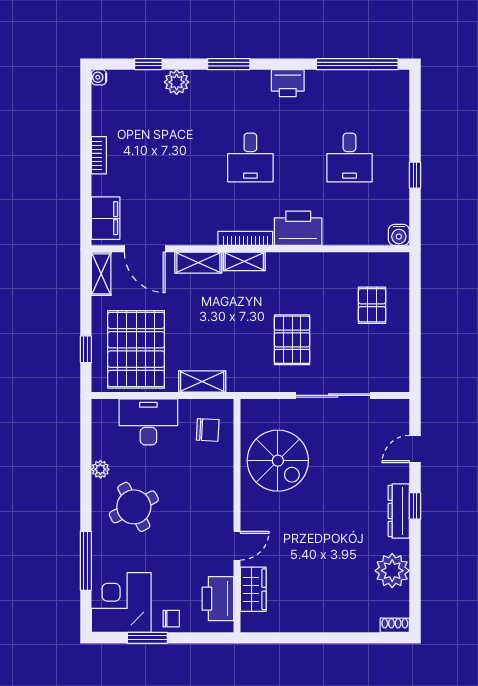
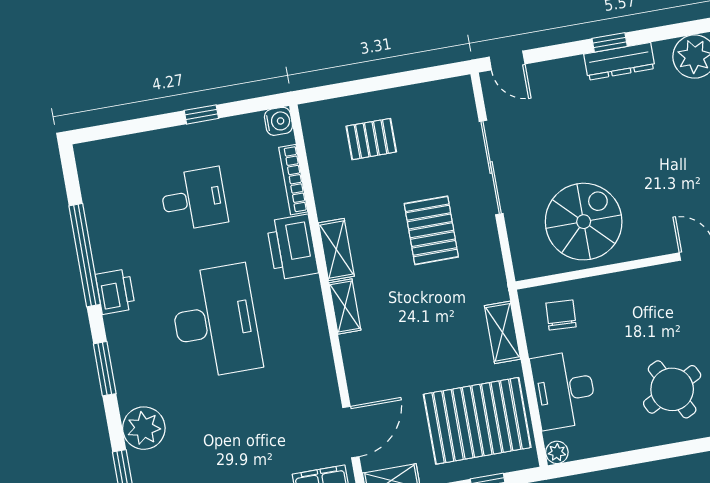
window: (357, 64) -> (85, 255), moved
plant: (177, 82) -> (144, 428), width x1.36, depth x1.36
desk: (250, 158) -> (215, 321), width x1.87, depth x1.30
bookcase: (245, 238) -> (293, 180), moved
shelving: (198, 263) -> (336, 250), moved
pallet: (292, 340) -> (431, 230), turned 90
door: (415, 449) -> (507, 61), moved
plant: (100, 469) -> (557, 452), moved

